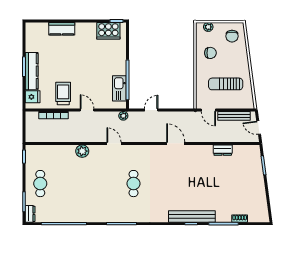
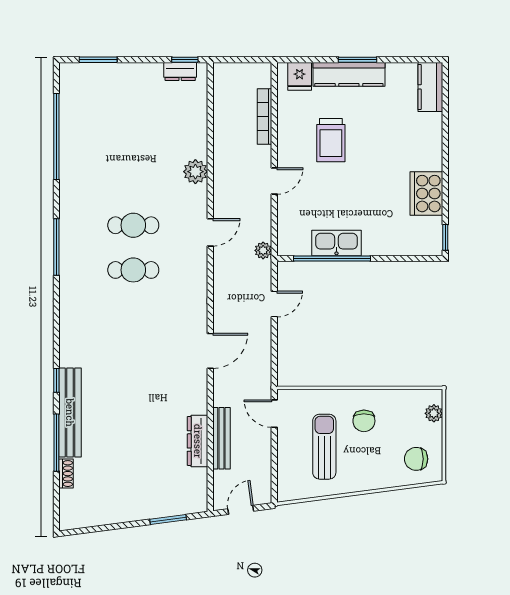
kitchen counter: (62, 29) -> (430, 87), moved
cooker: (108, 31) -> (426, 194), moved
chair: (210, 53) -> (364, 421), moved
kitchen sink: (119, 88) -> (336, 243), moved
trolley: (63, 93) -> (331, 140), moved, turned 90
door: (151, 110) -> (274, 304), hinge flipped
door: (208, 110) -> (274, 414), hinge flipped
bench: (234, 116) -> (221, 438), moved
dresser: (223, 150) -> (198, 441), width x1.44
cafe table: (40, 184) -> (133, 225), moved
dresser: (30, 214) -> (180, 72), moved
bench: (192, 216) -> (70, 413), moved

